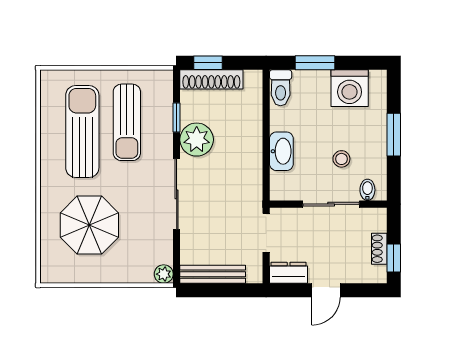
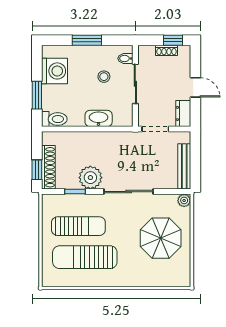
parasol: (89, 225) -> (161, 238), moved

